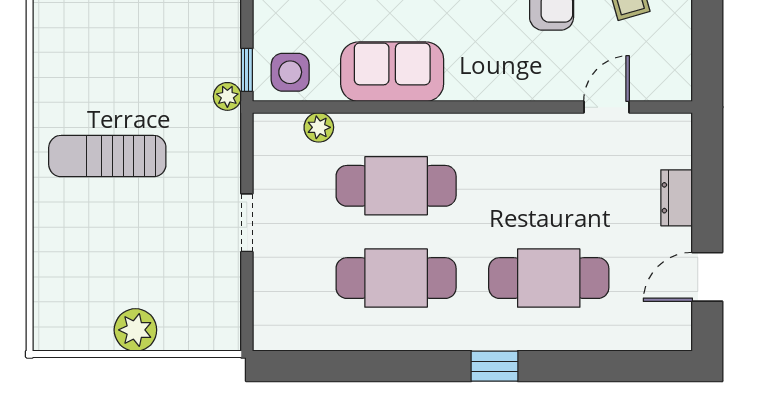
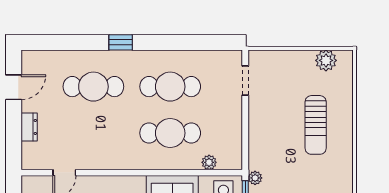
sun lounger: (107, 156) -> (316, 125), moved, turned 90
doorway: (247, 223) -> (245, 80), moved
plant: (135, 330) -> (326, 60), moved

